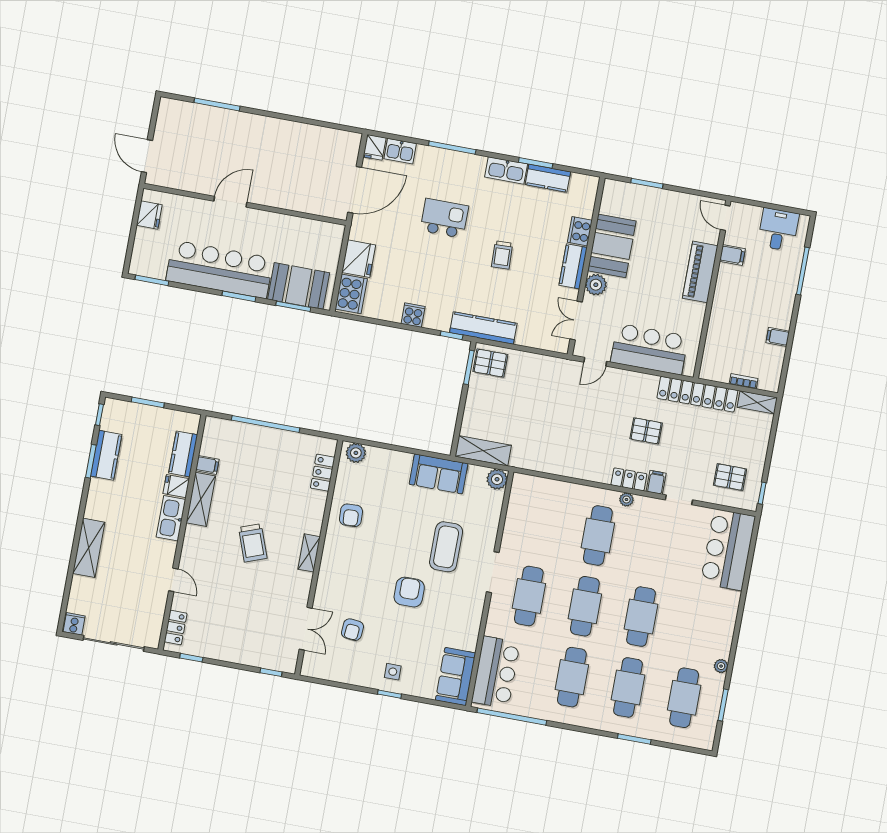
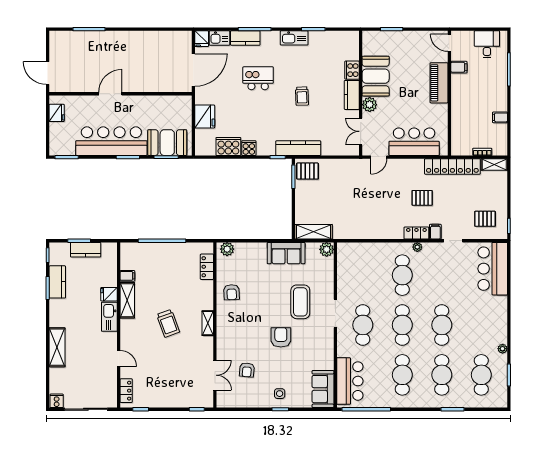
kitchen counter: (548, 178) -> (245, 38), moved
cooker: (351, 294) -> (228, 146), moved, turned -90
kitchen counter: (183, 454) -> (86, 250), moved, turned -90

